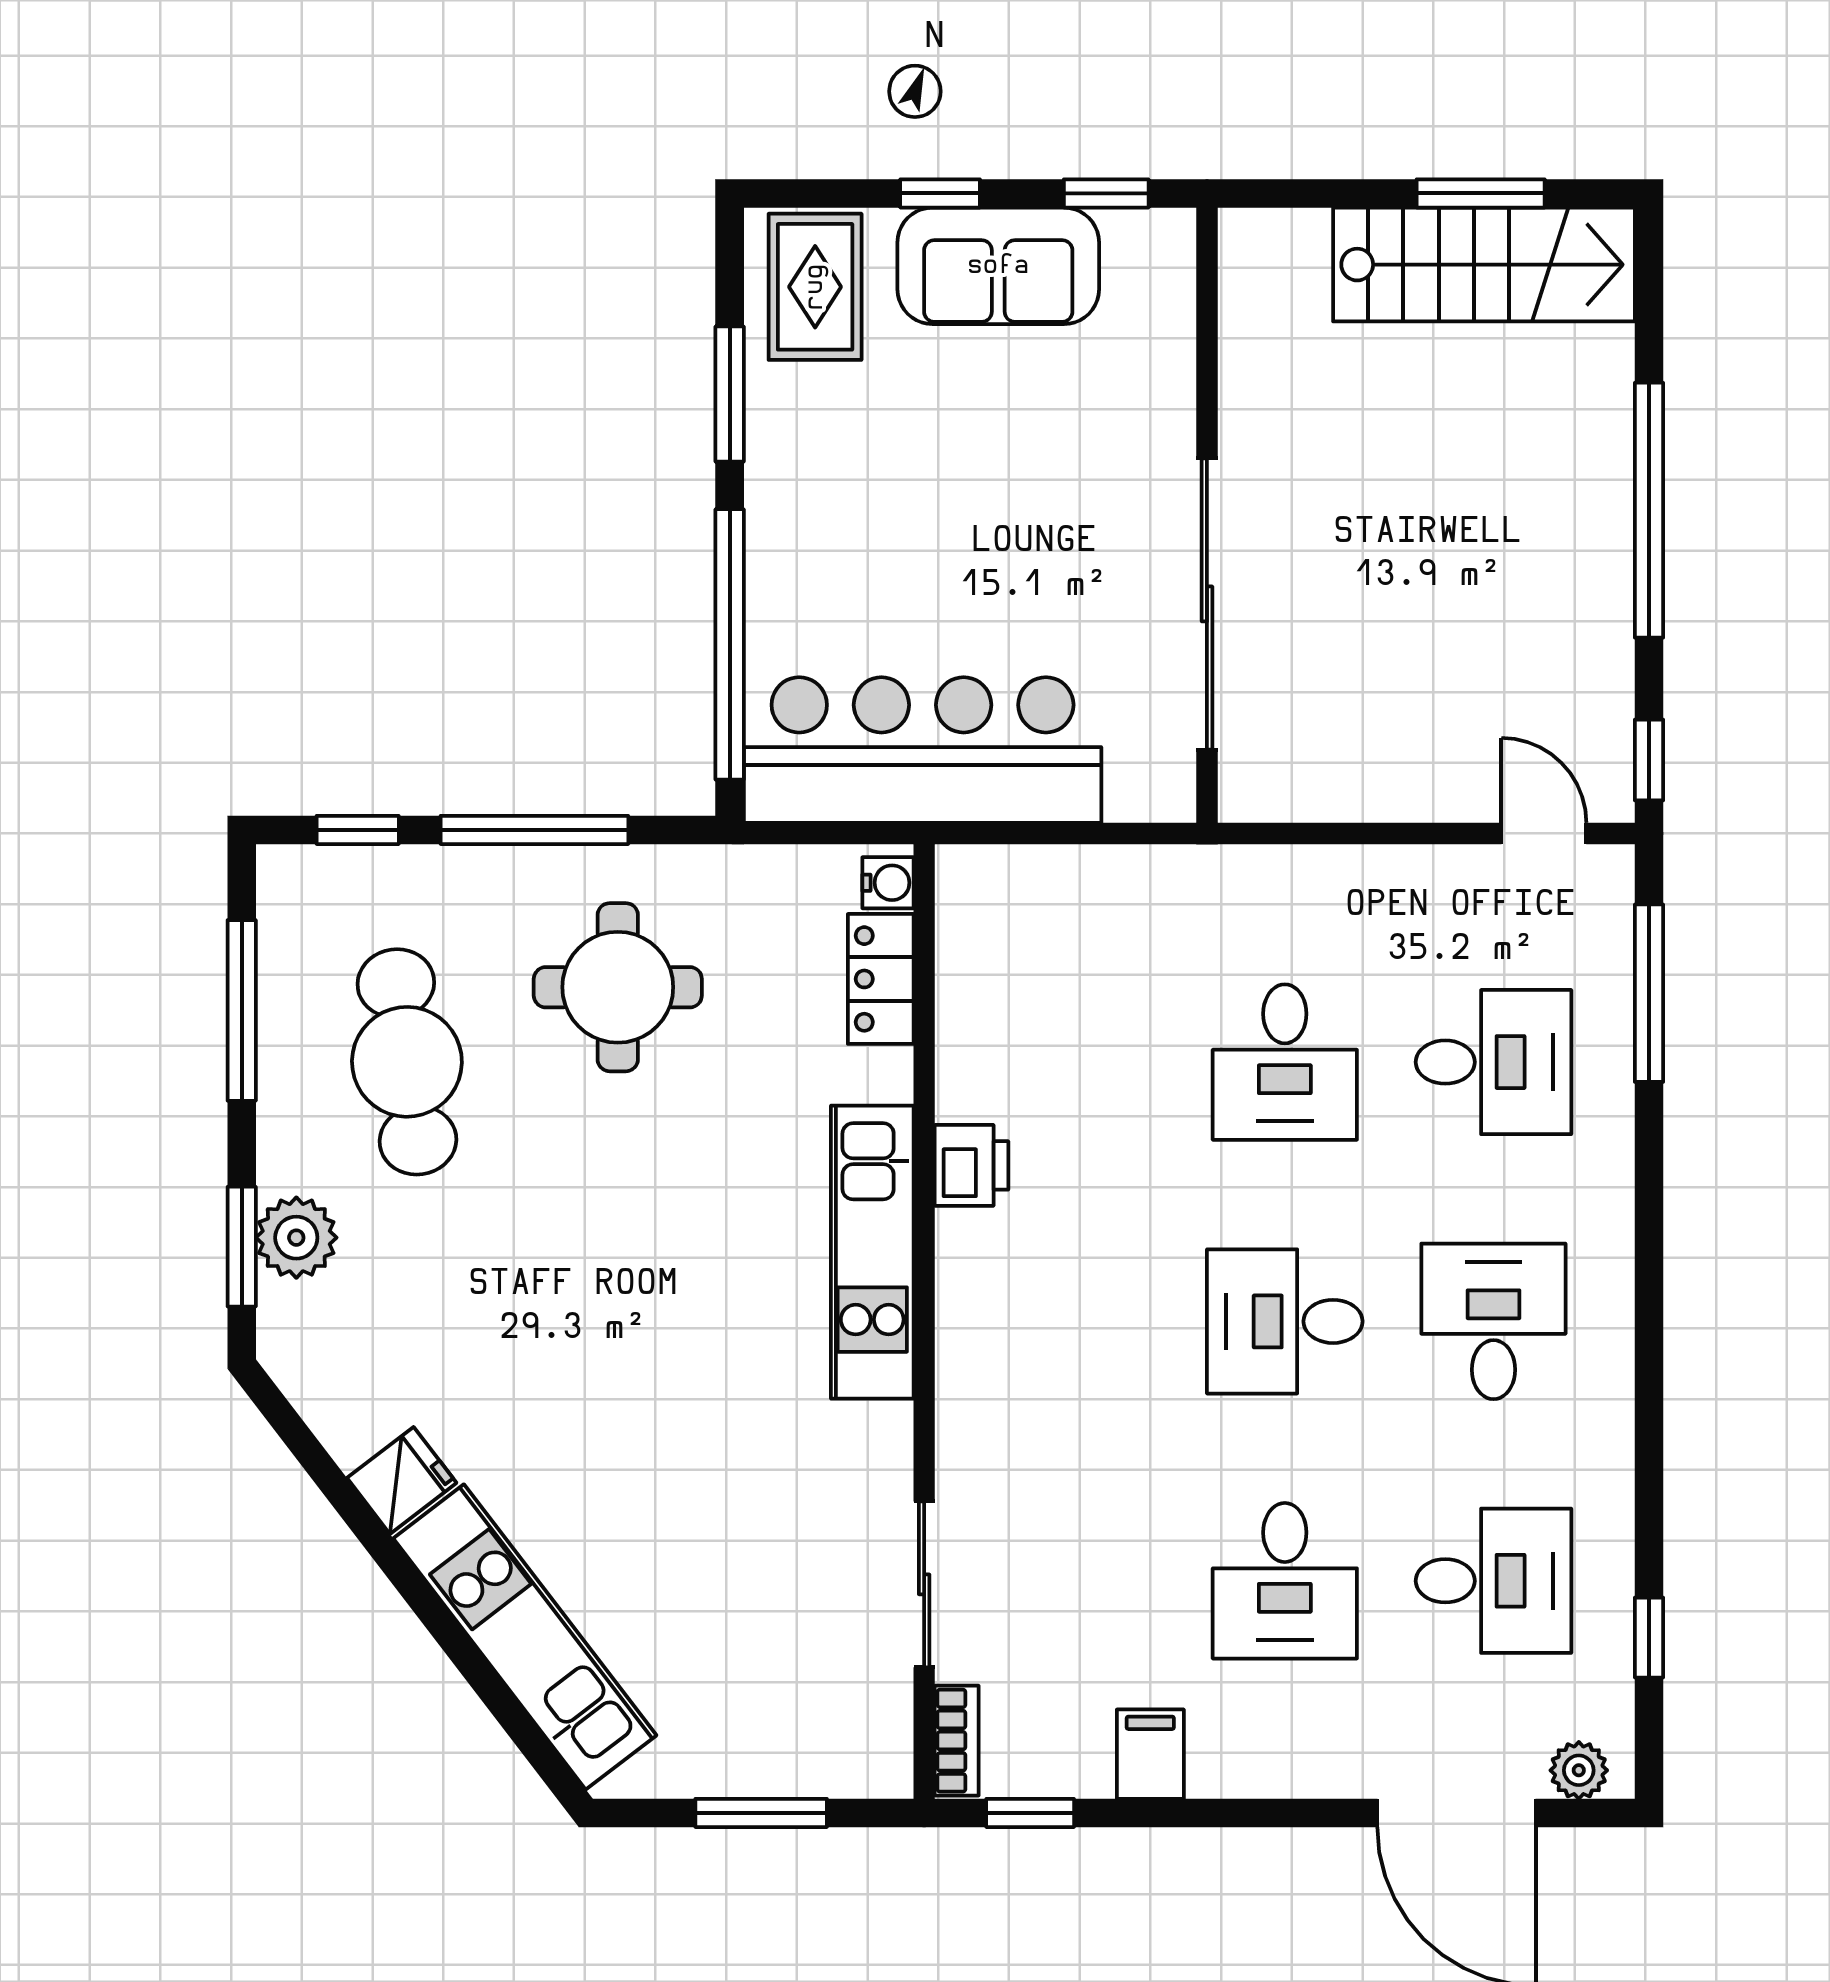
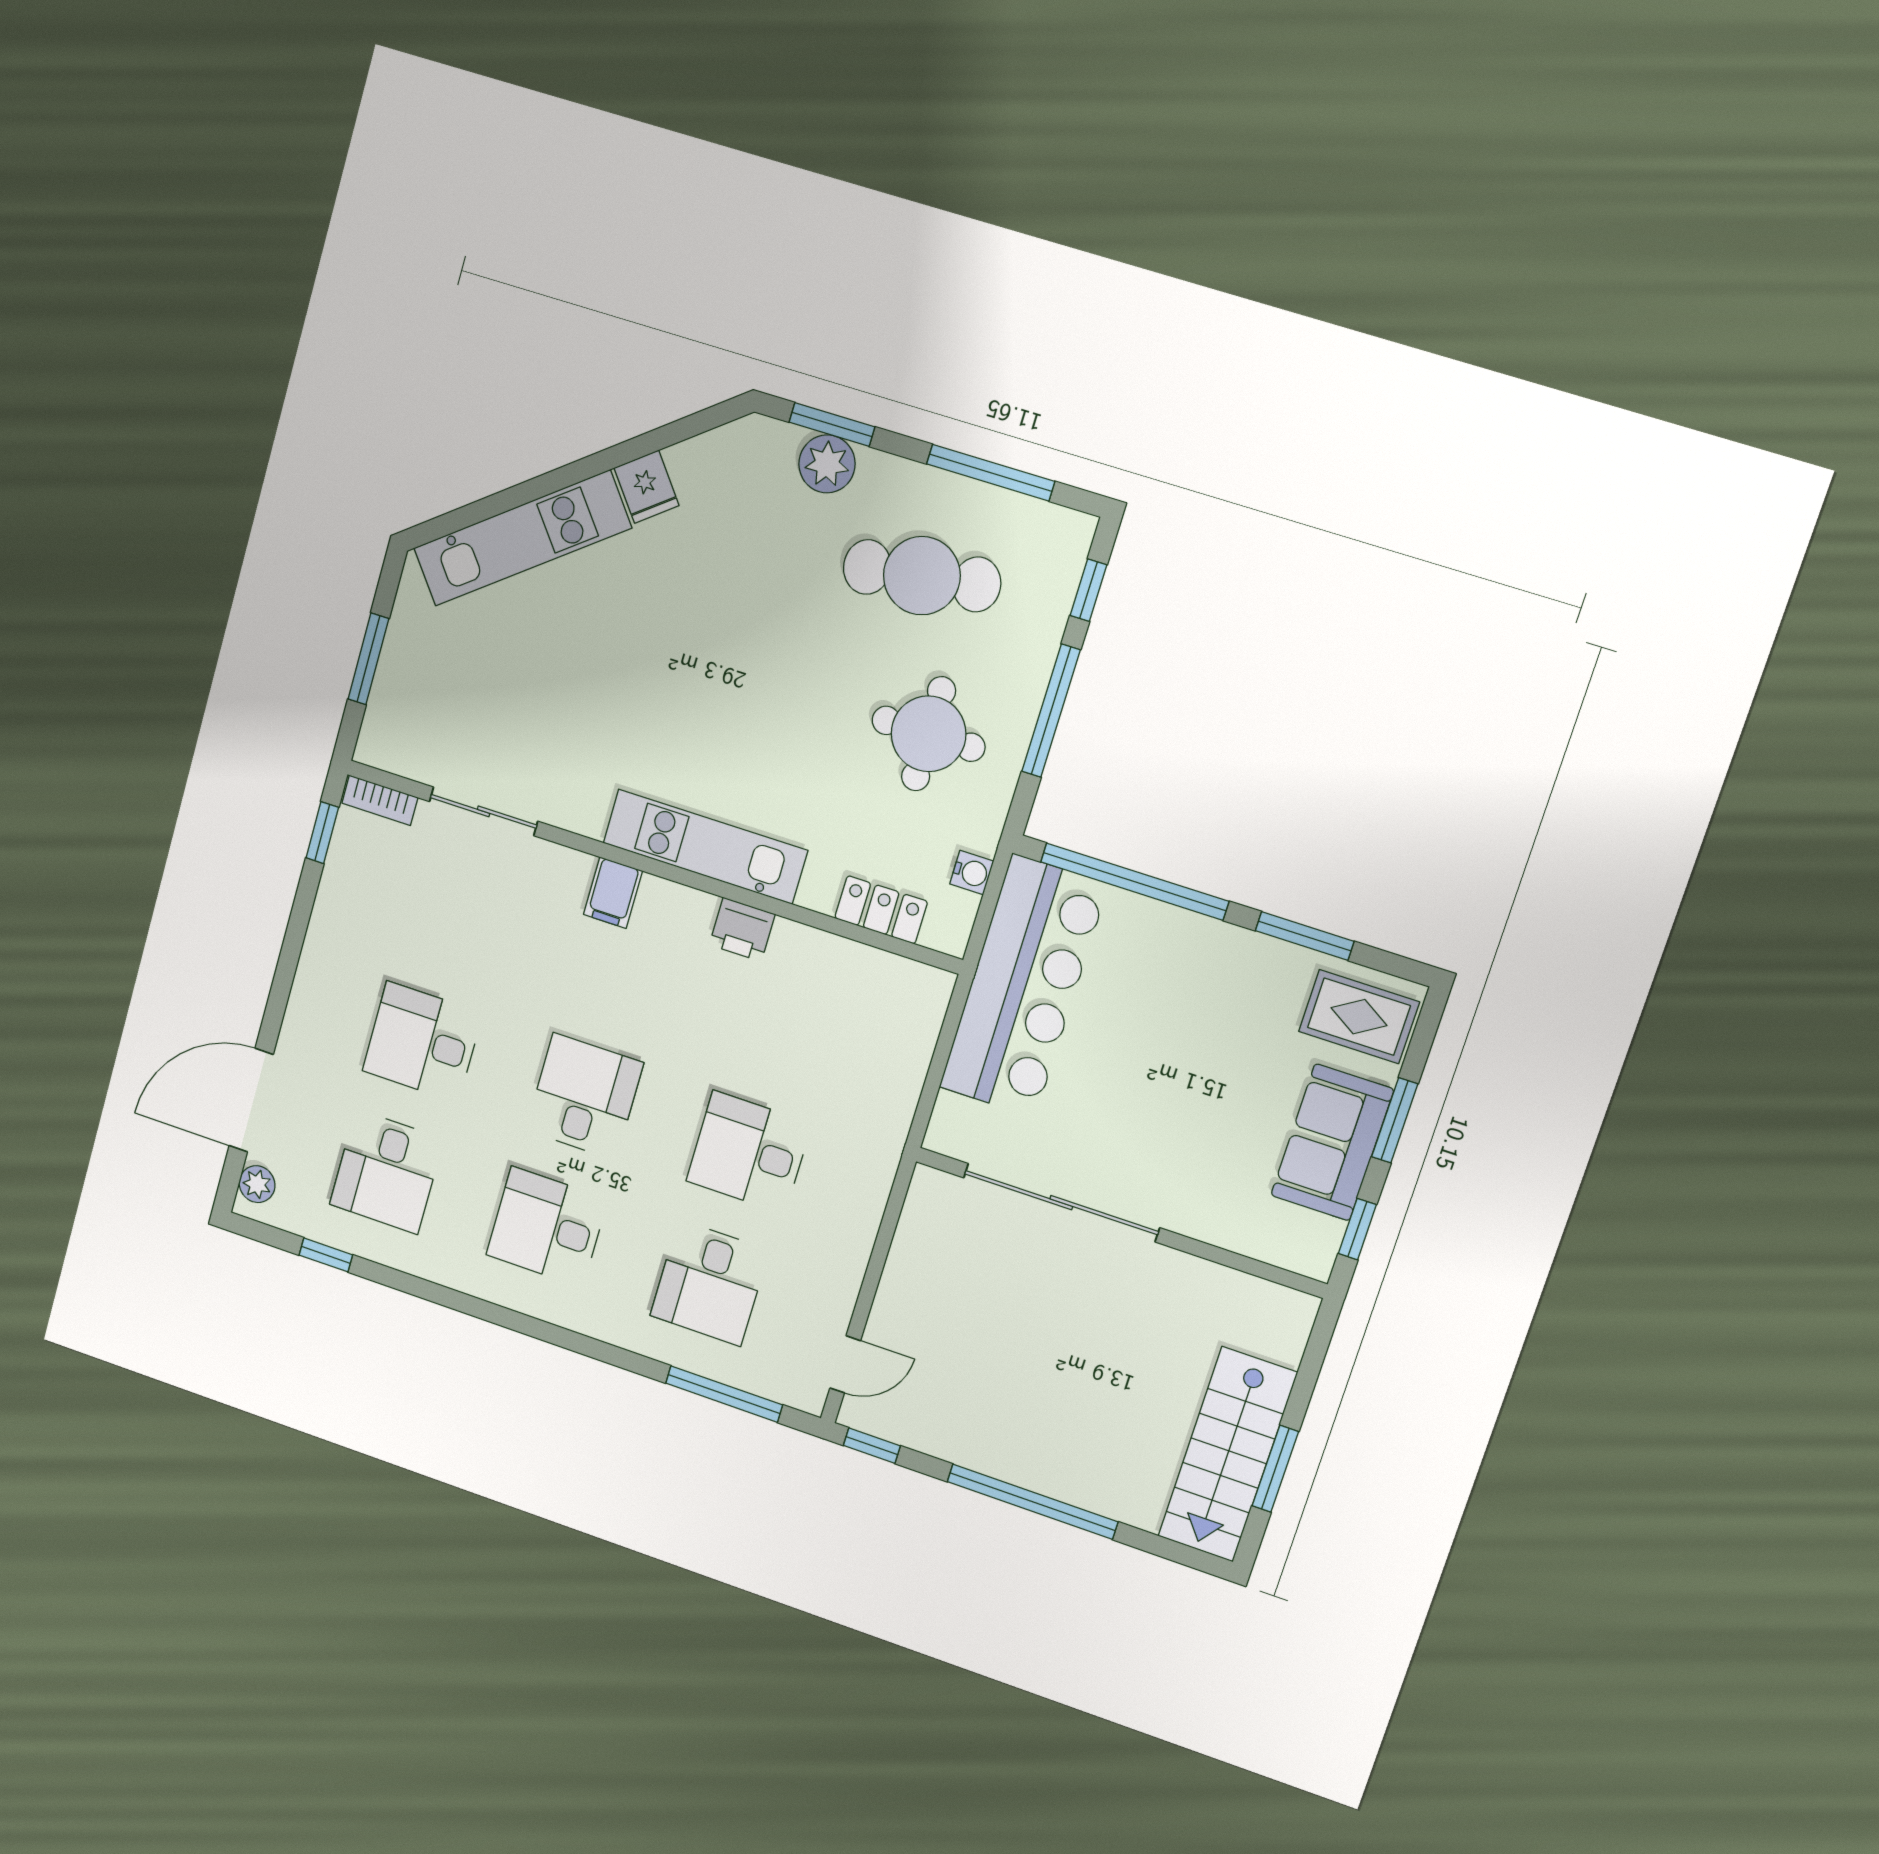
window: (940, 193) -> (1395, 1120), width x1.50
water cooler: (888, 883) -> (972, 873), moved, turned -90
desk: (1493, 1321) -> (547, 1227), turned 180
filing cabinet: (1150, 1754) -> (613, 893), moved, turned 90

